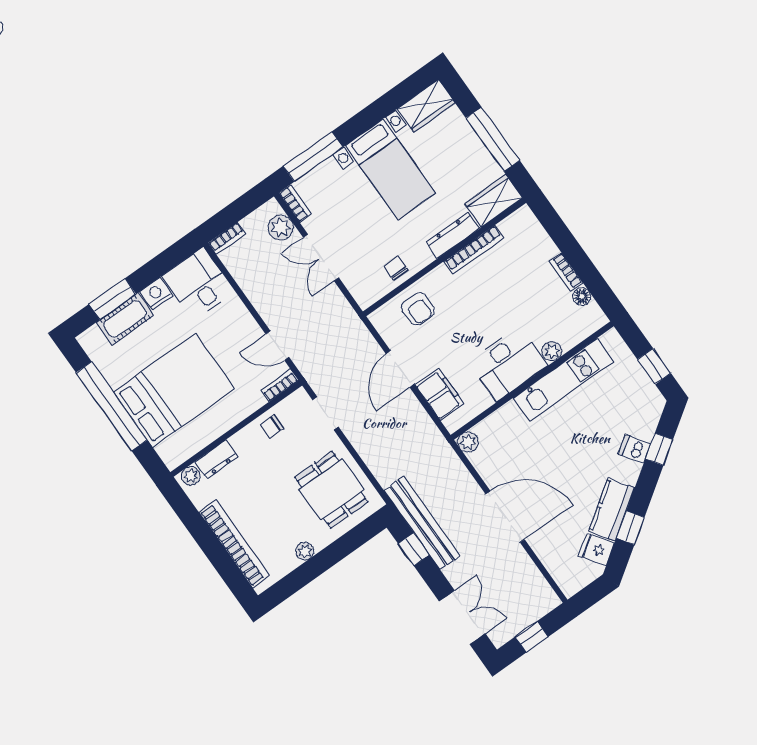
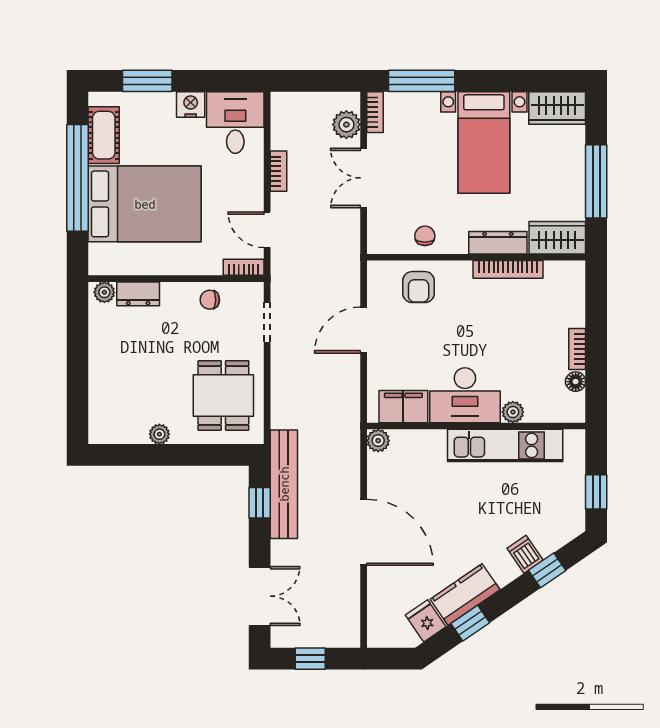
bookcase: (227, 238) -> (278, 171), moved, turned -90
cot: (125, 319) -> (104, 135), moved, turned 90
filing cabinet: (440, 395) -> (403, 407), moved, turned -90
bookcase: (234, 544) -> (100, 382), removed

